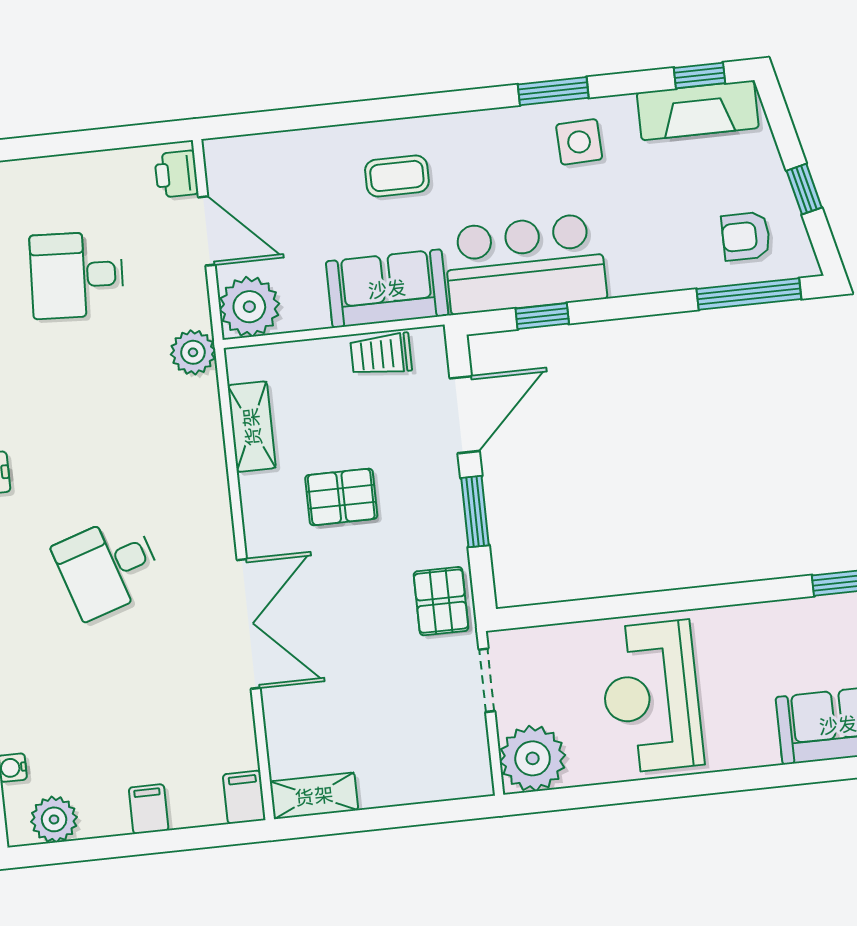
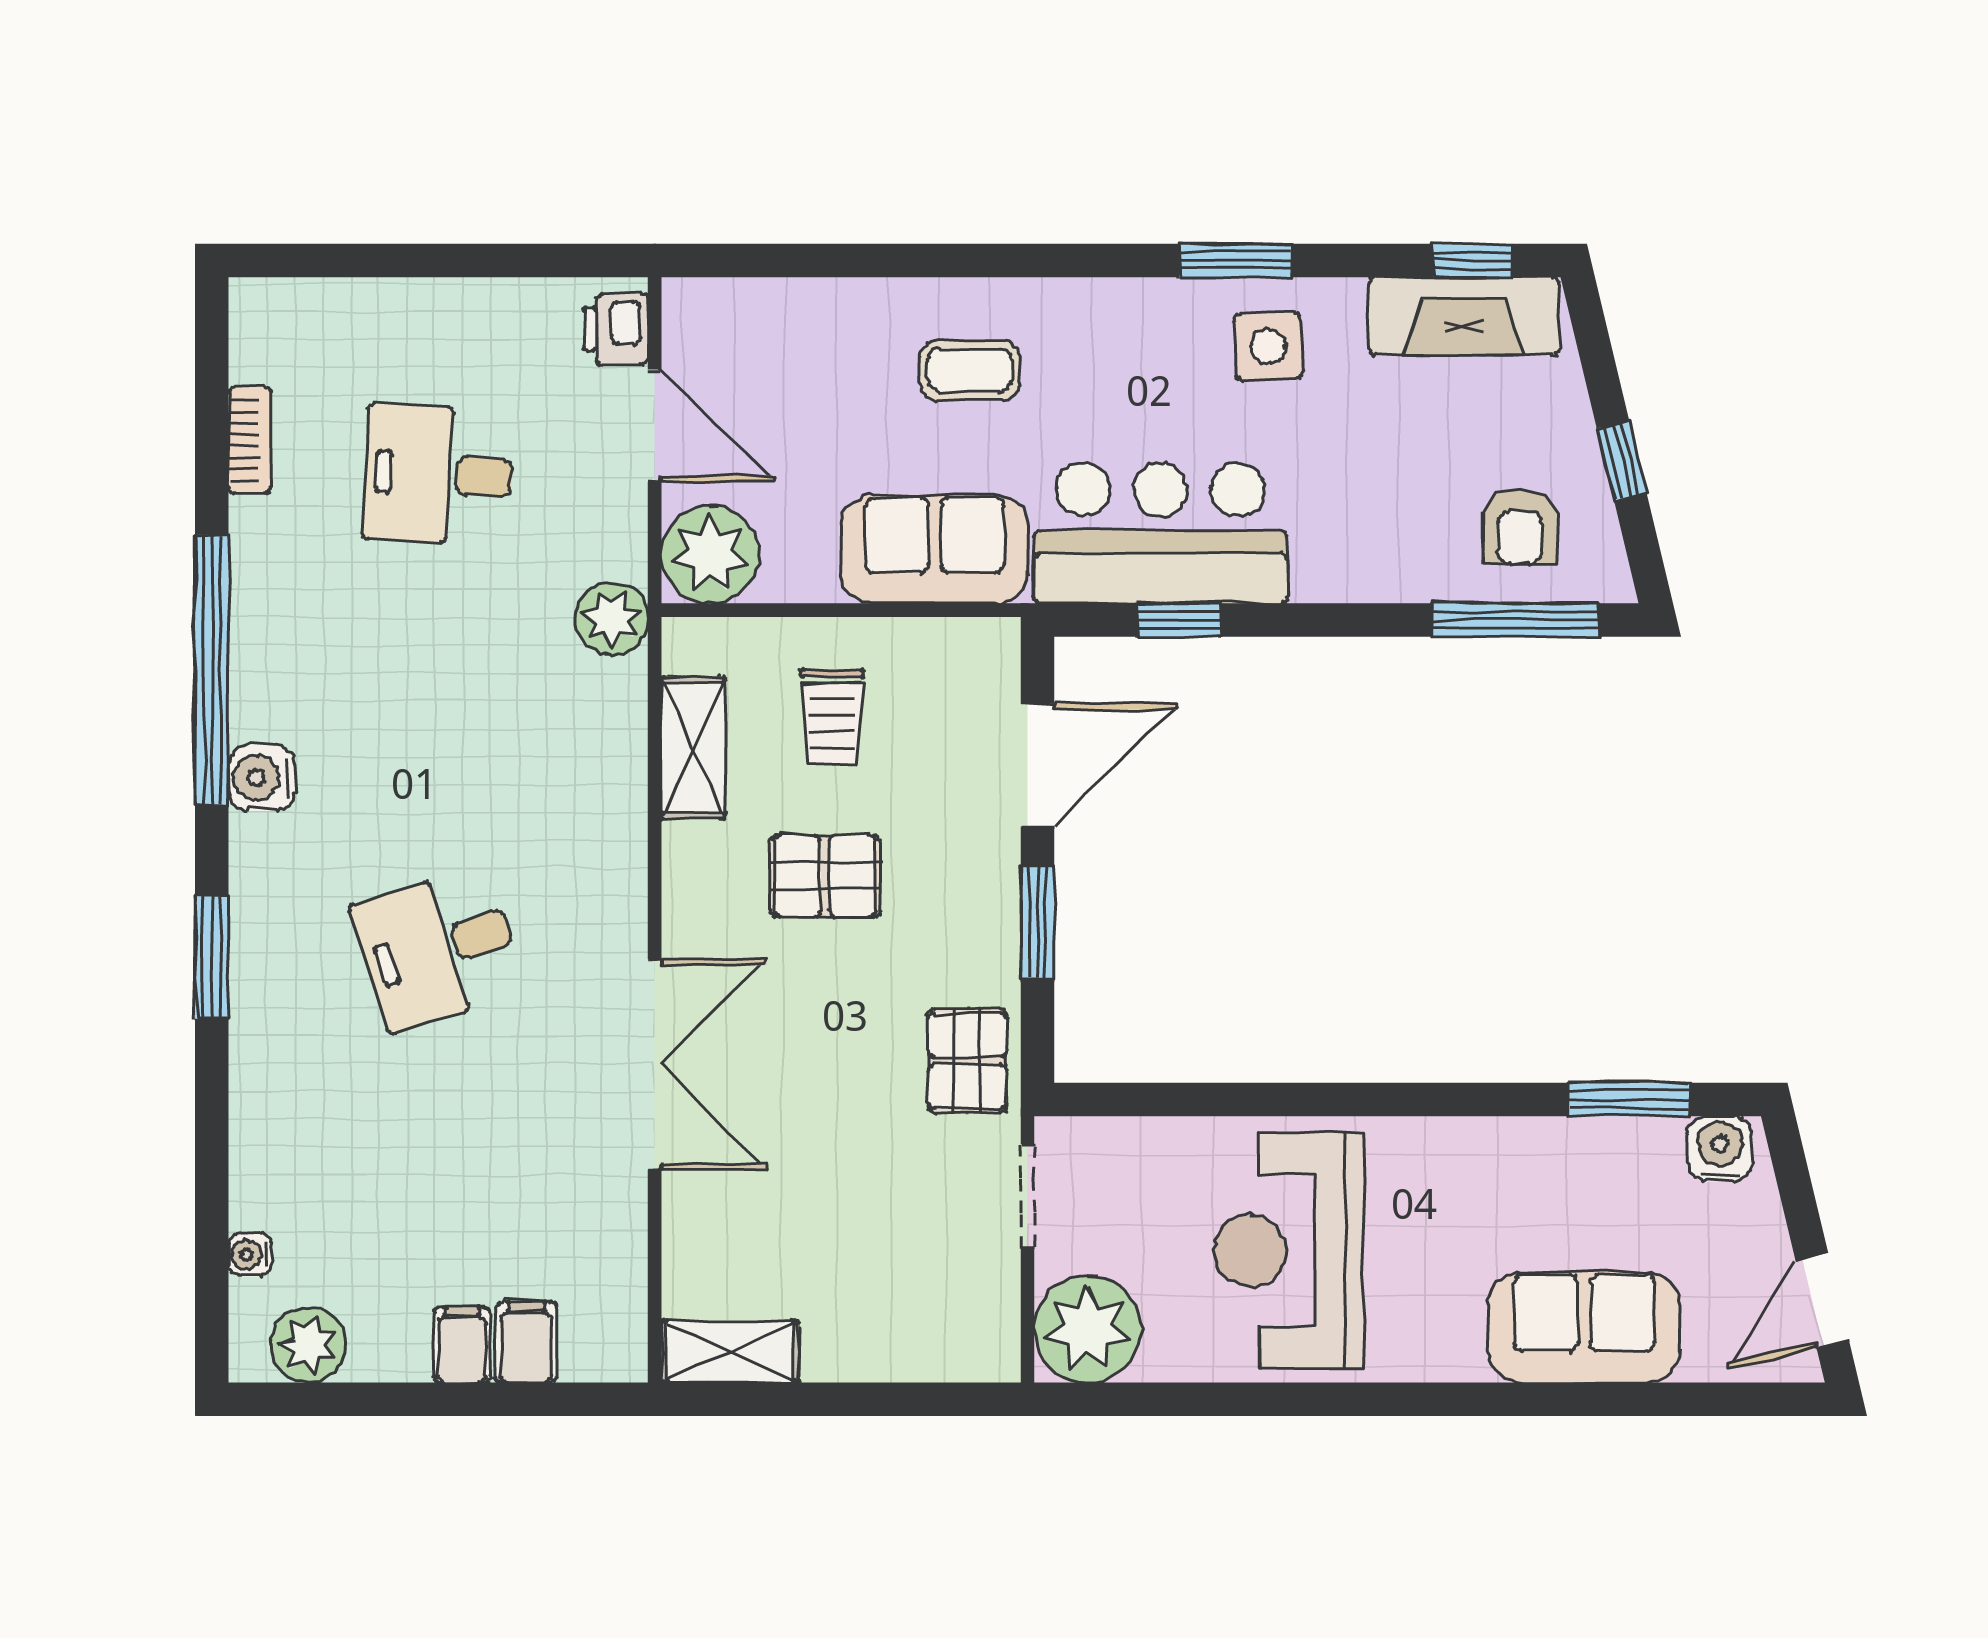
armchair: (746, 236) -> (1520, 527), turned -90
trolley: (381, 354) -> (832, 717), moved, turned -90
filing cabinet: (244, 797) -> (526, 1342), moved

